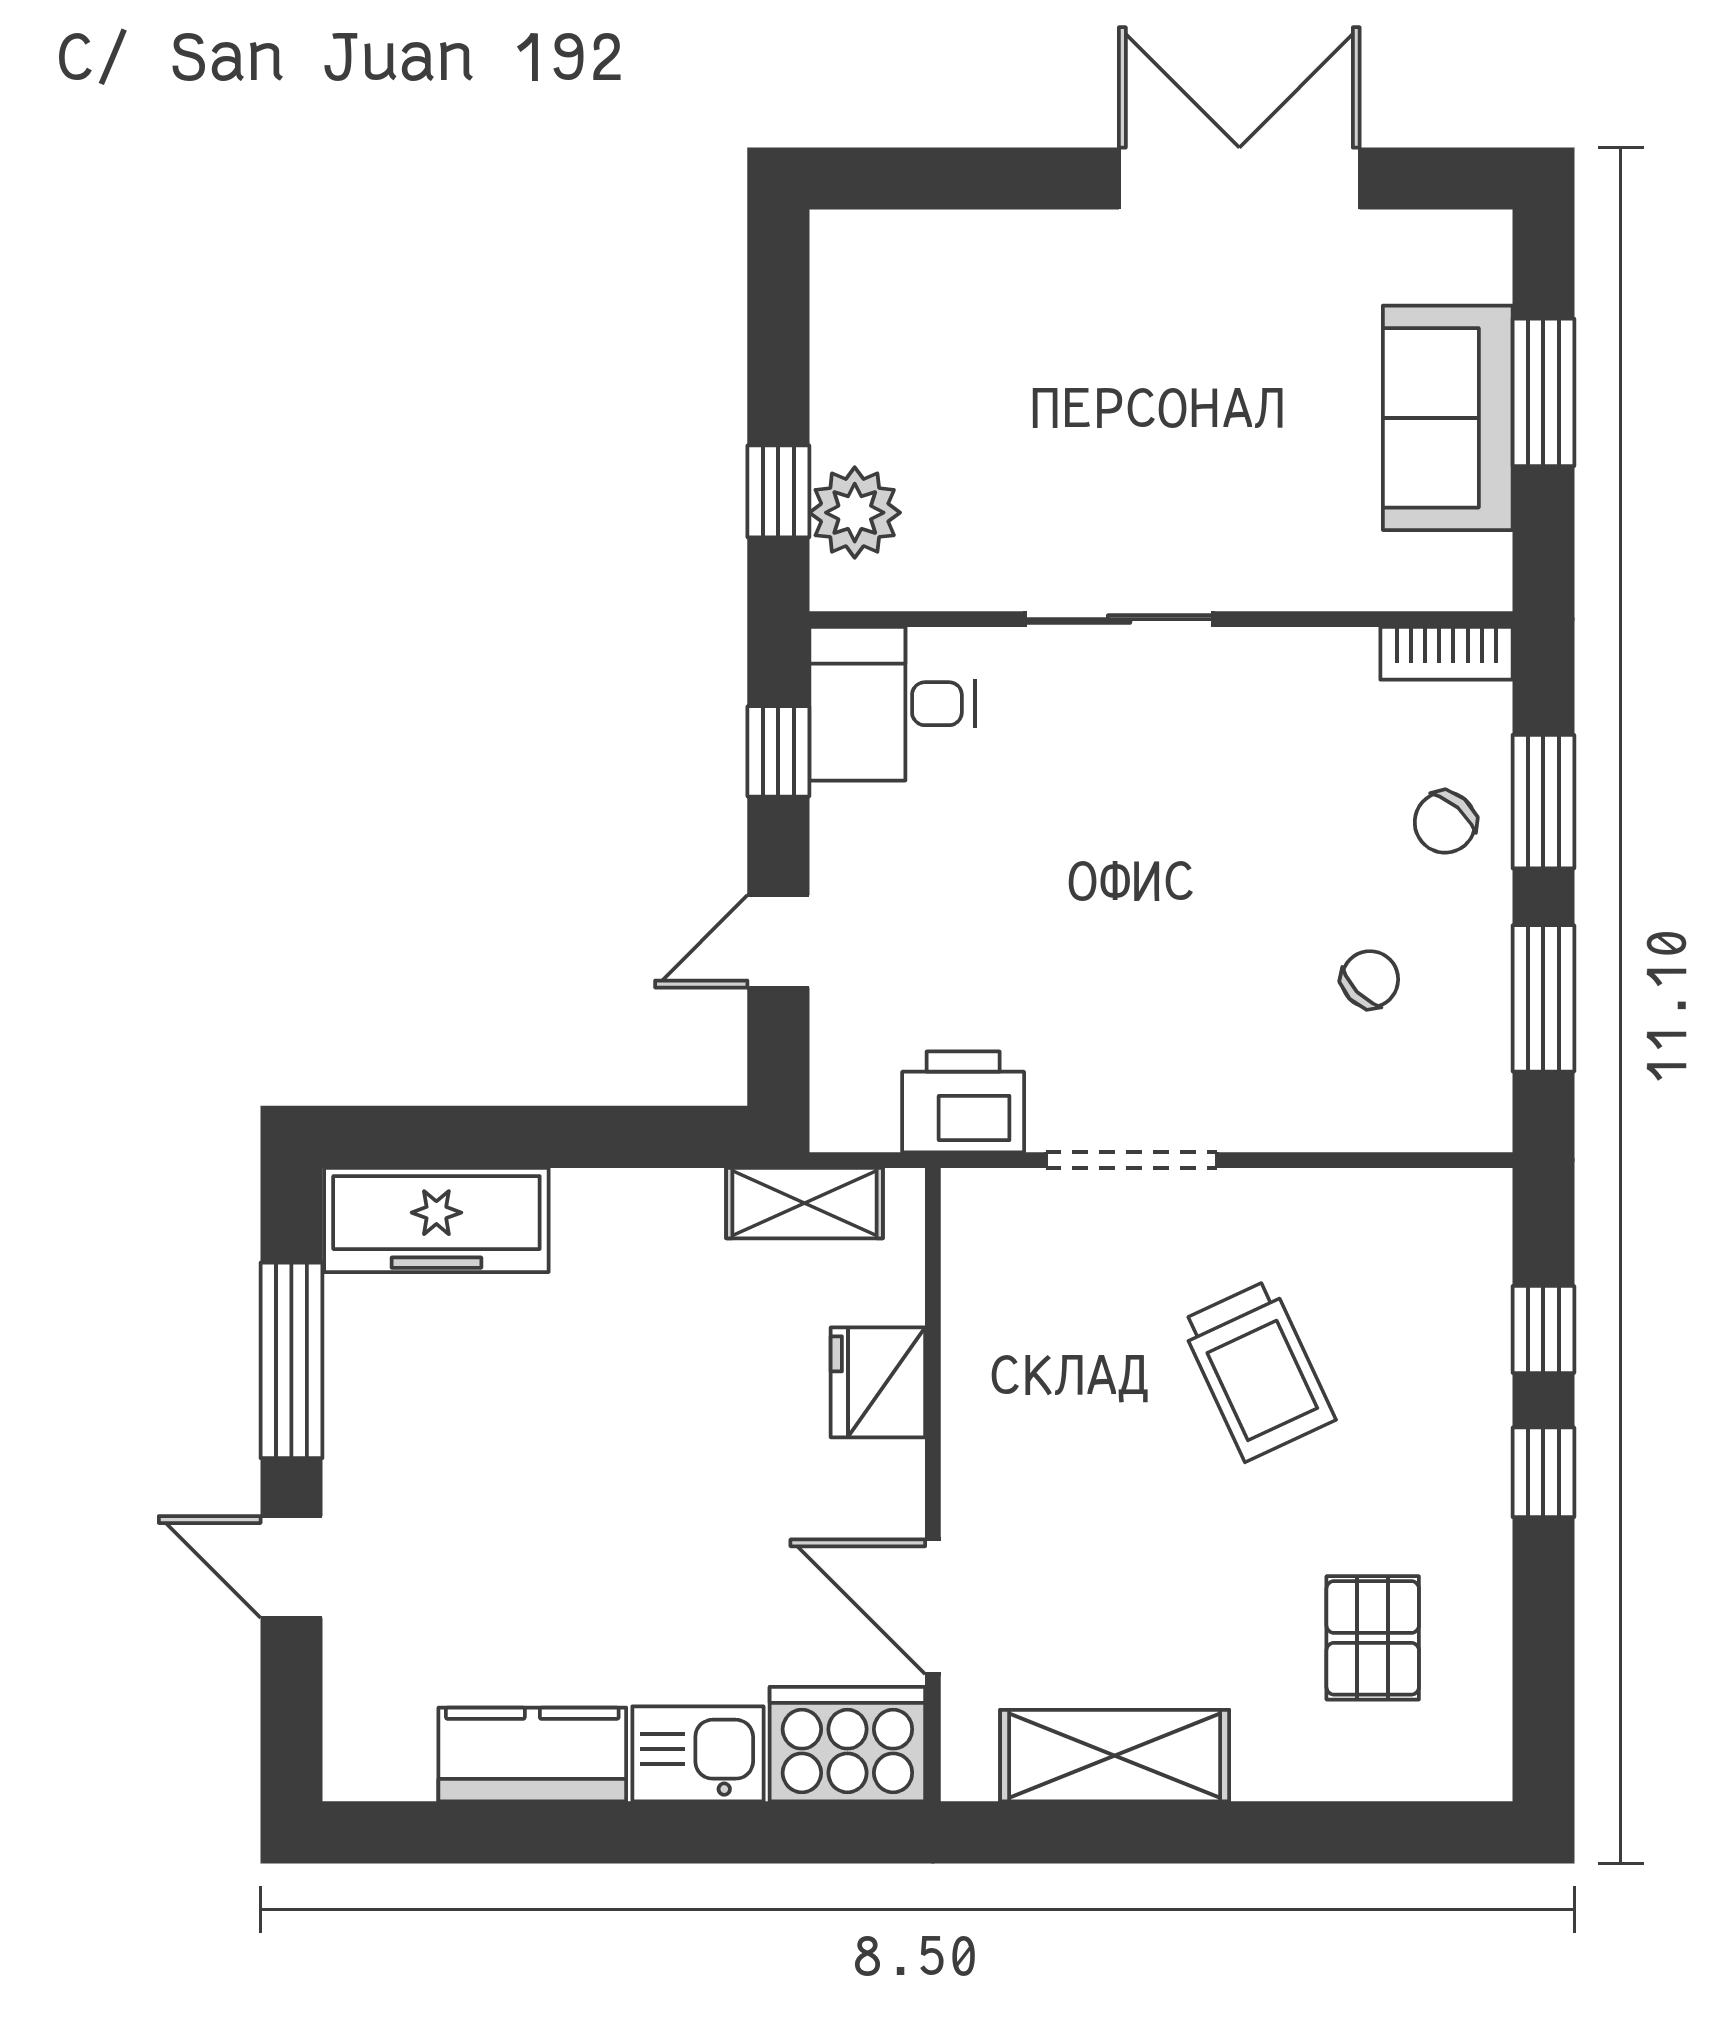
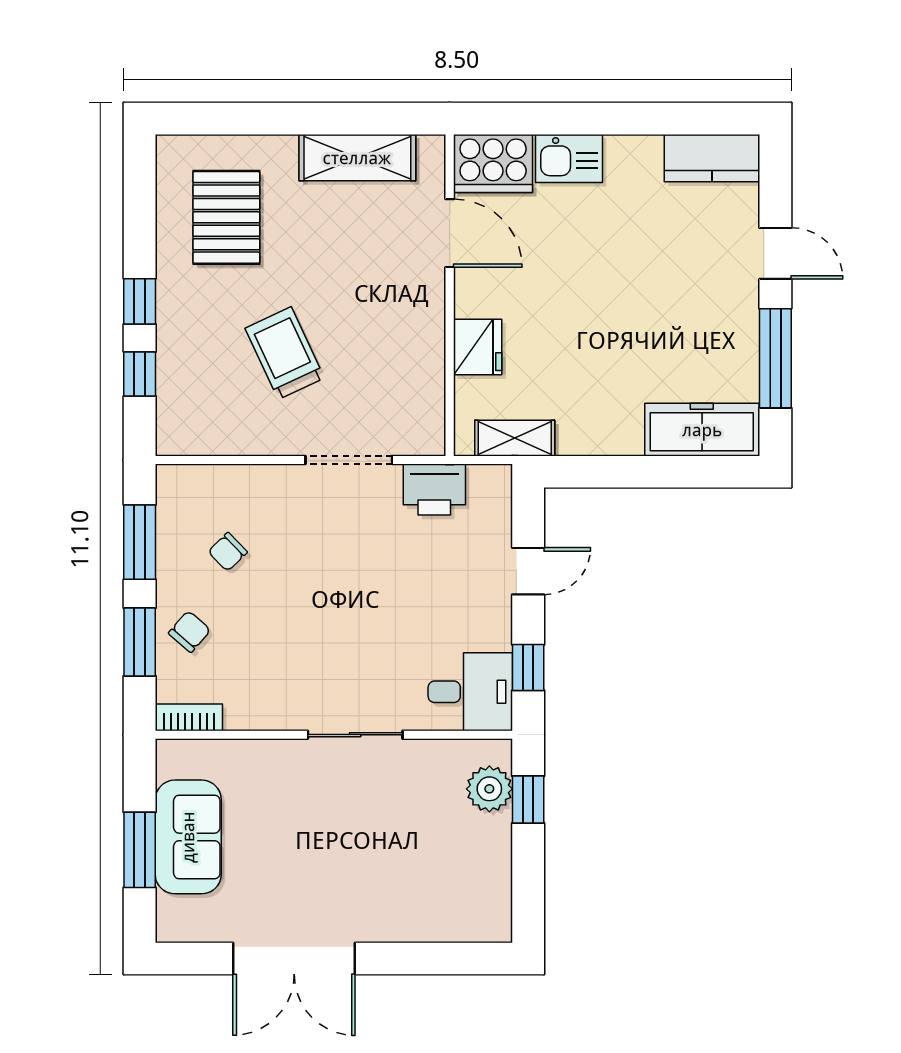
pallet: (1373, 1638) -> (226, 217), width x1.50, depth x1.42
kitchen counter: (532, 1755) -> (712, 158), moved

